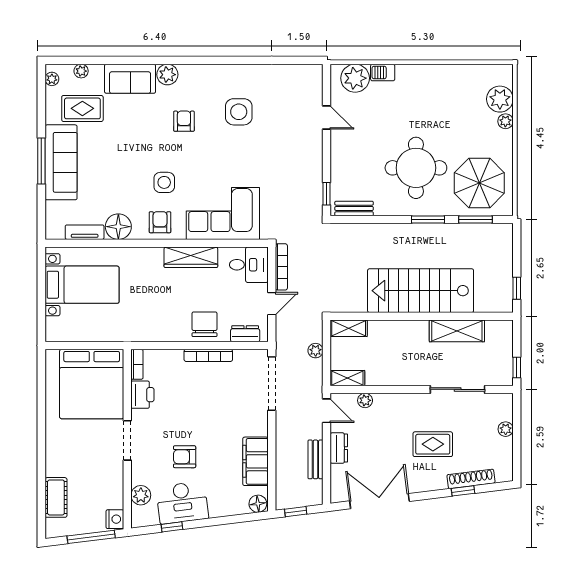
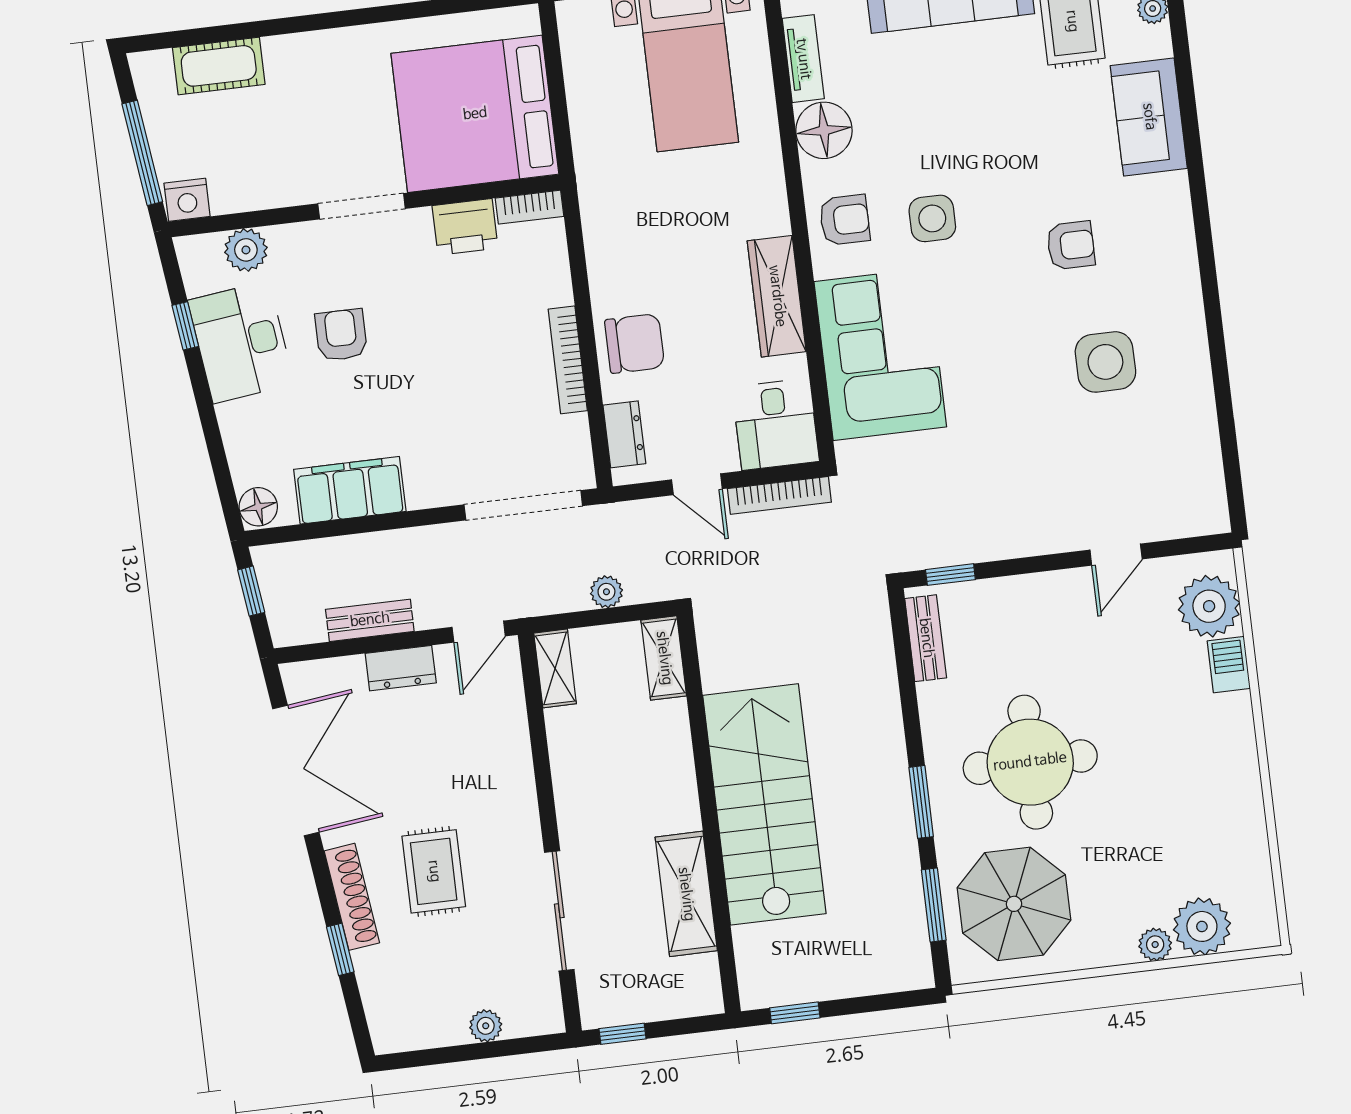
plant: (167, 75) -> (1168, 197), removed
plant: (365, 400) -> (511, 713), removed
shoe rack: (471, 479) -> (352, 897), moved

